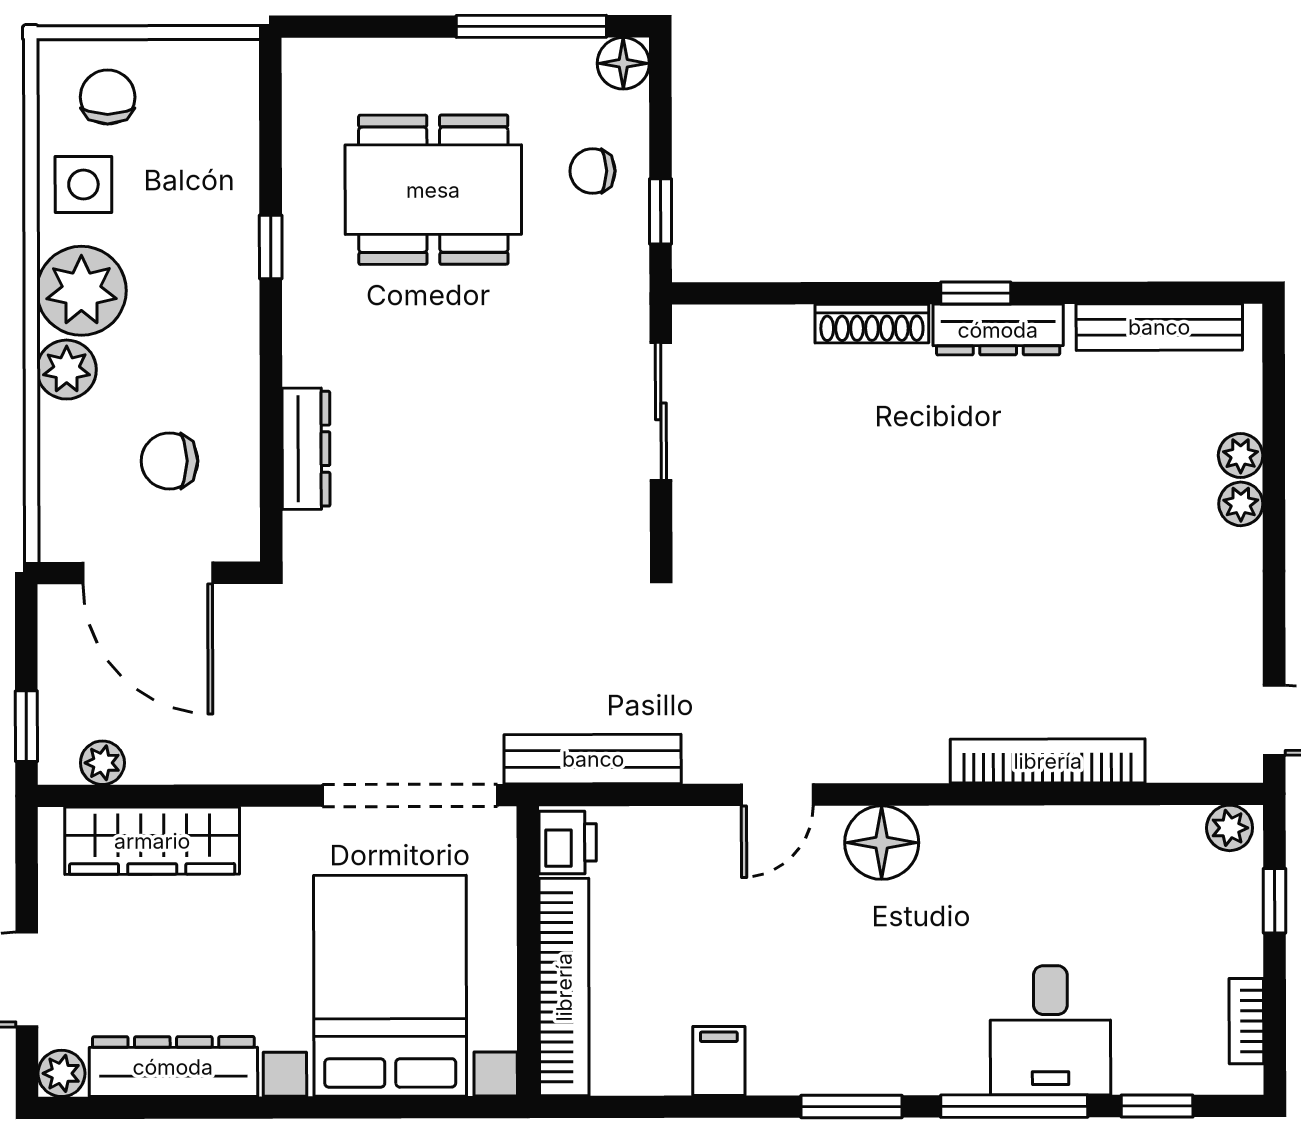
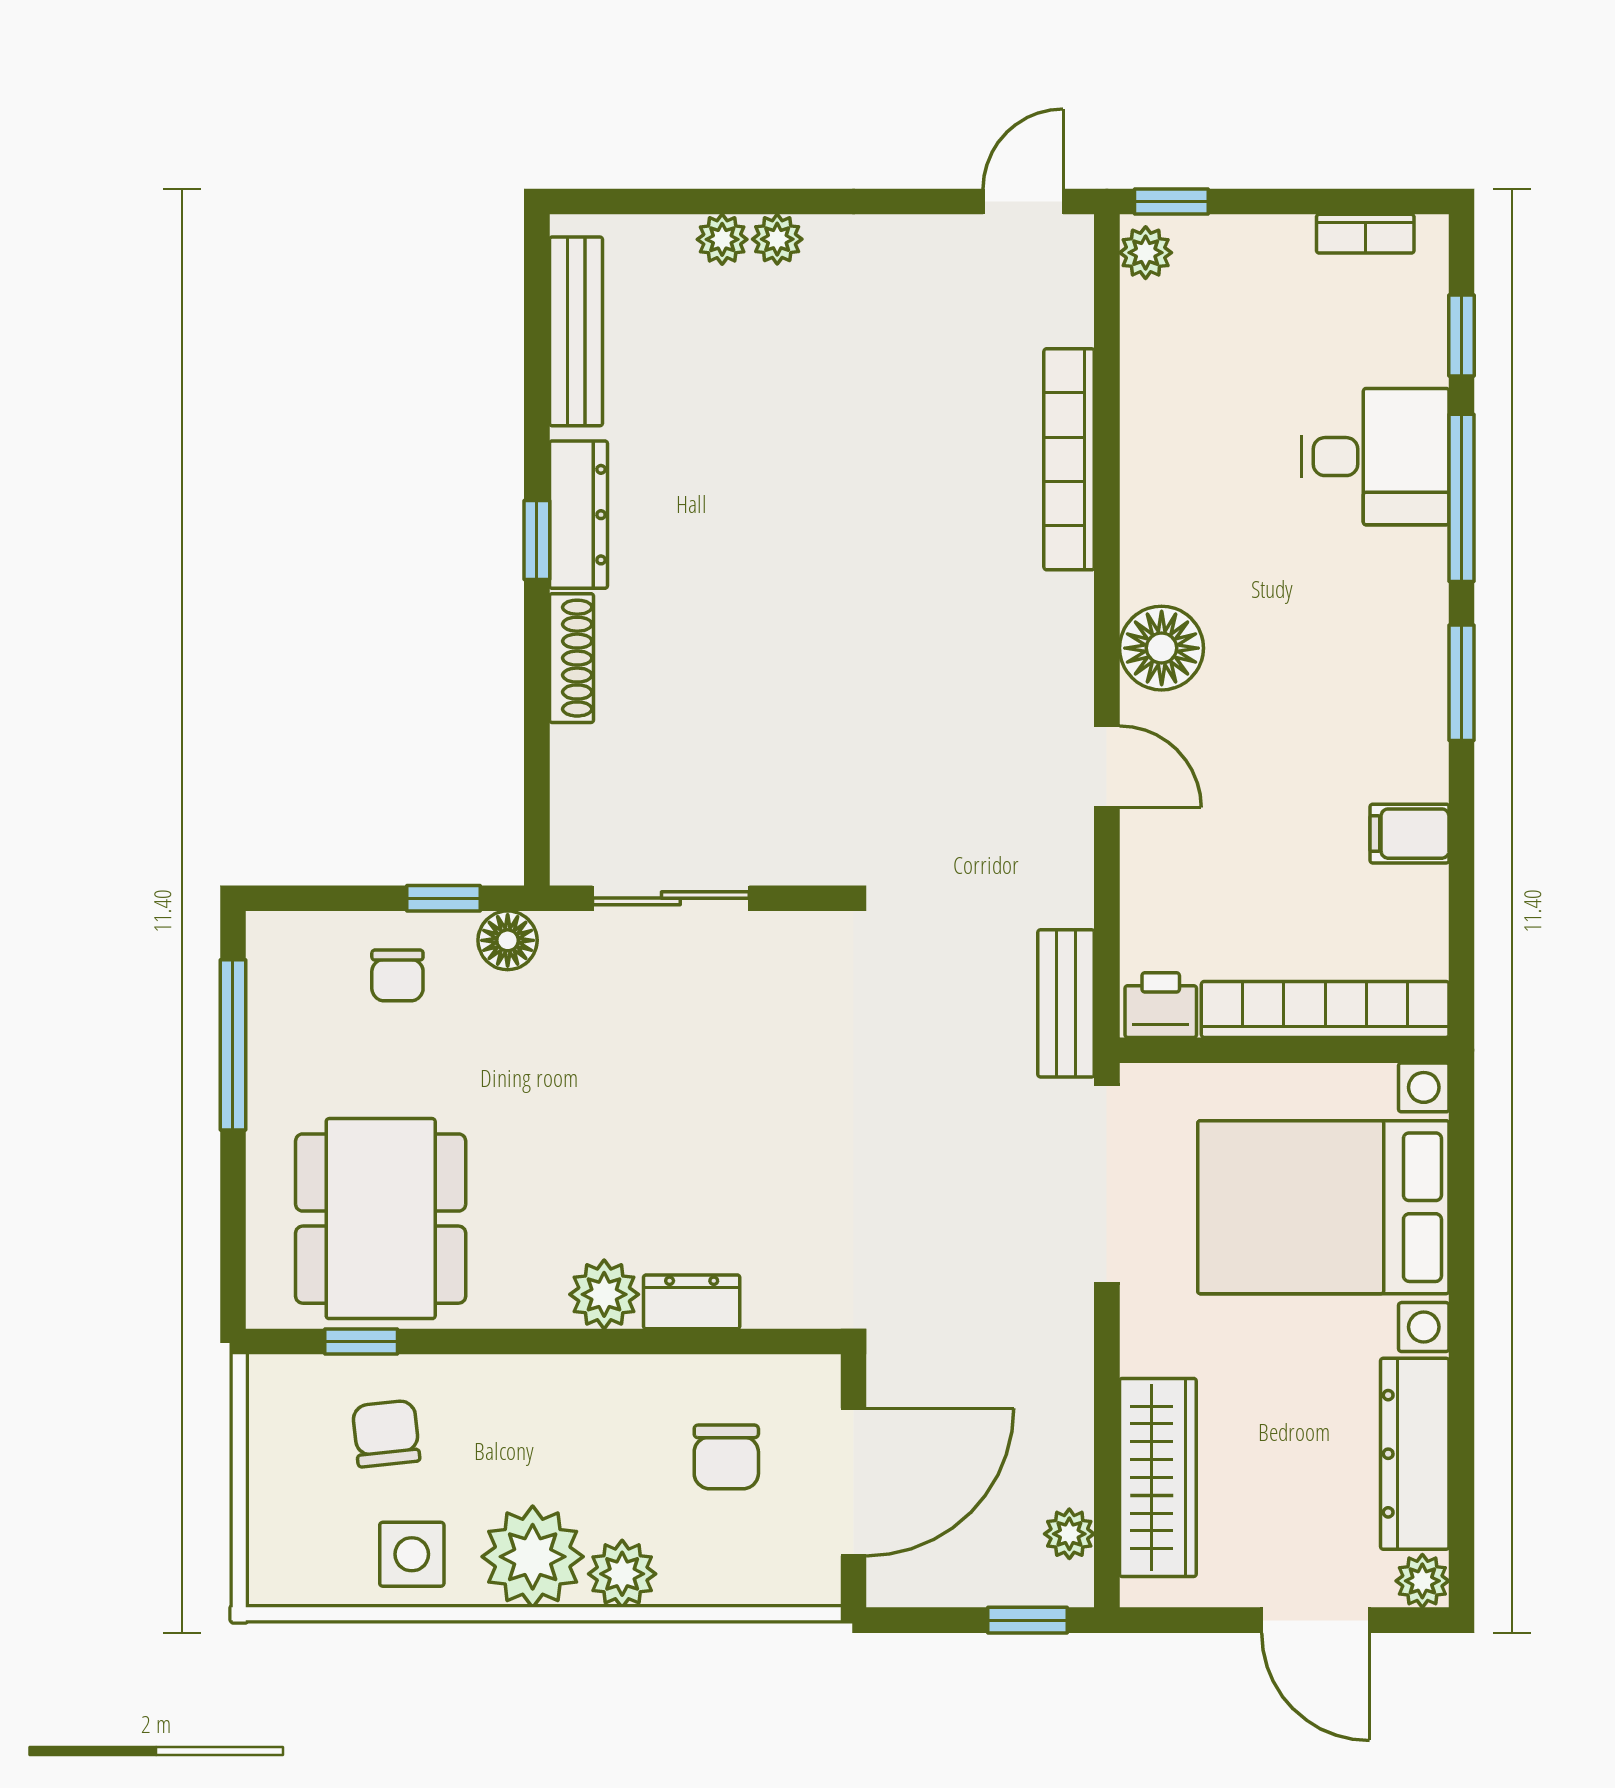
floor lamp: (623, 63) -> (508, 940), moved
chair: (108, 97) -> (386, 1433), moved, turned 84
dining table: (433, 190) -> (381, 1219), moved
window: (271, 247) -> (361, 1342), moved
plant: (312, 353) -> (604, 1294), added
dresser: (306, 449) -> (692, 1302), width x0.70
bench: (593, 759) -> (1066, 1003), width x0.73
window: (1274, 901) -> (1171, 202), moved

